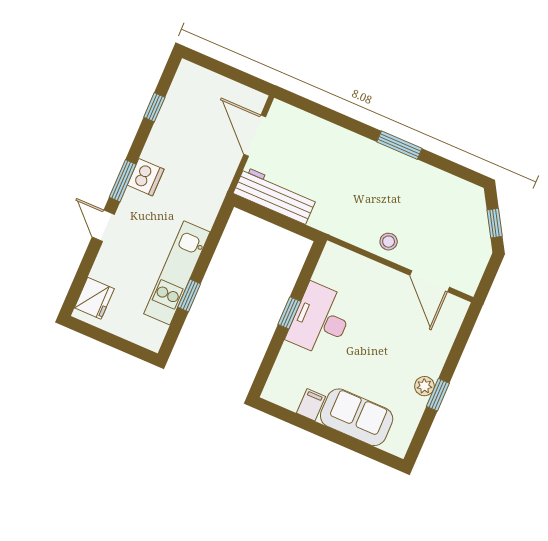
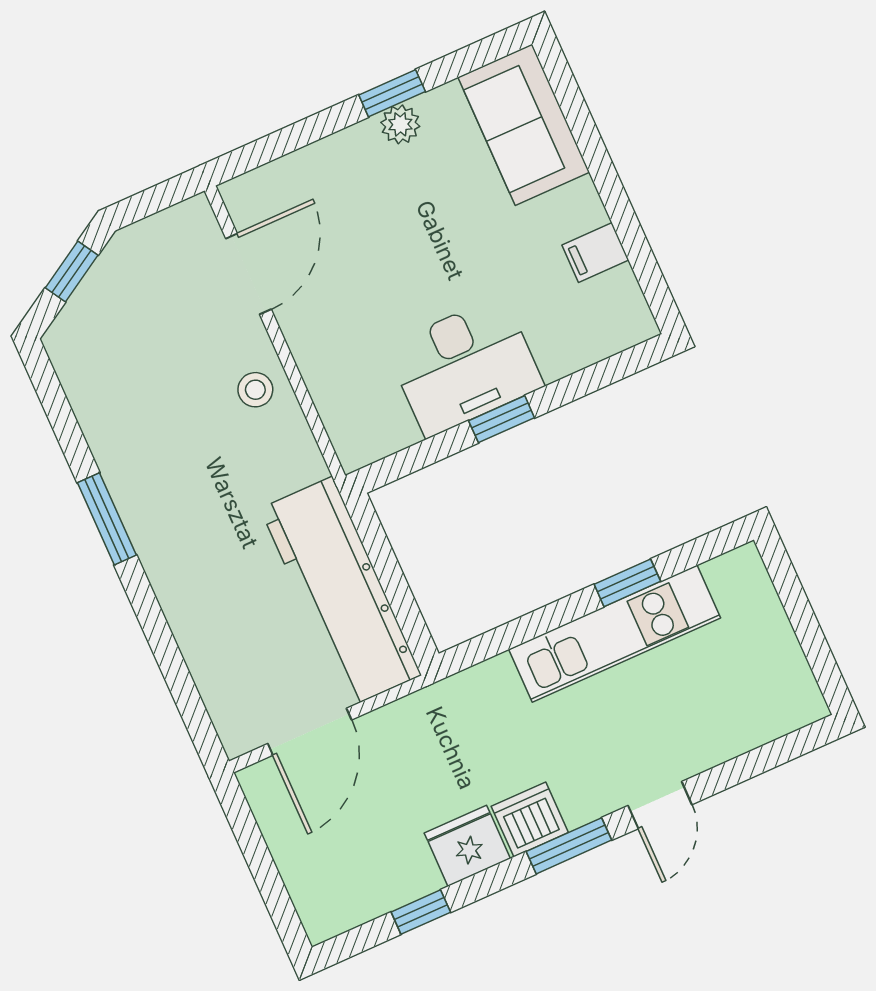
workbench: (275, 195) -> (341, 592), width x1.36, depth x1.32
fridge: (94, 298) -> (467, 846), moved
sofa: (357, 417) -> (524, 125), moved

